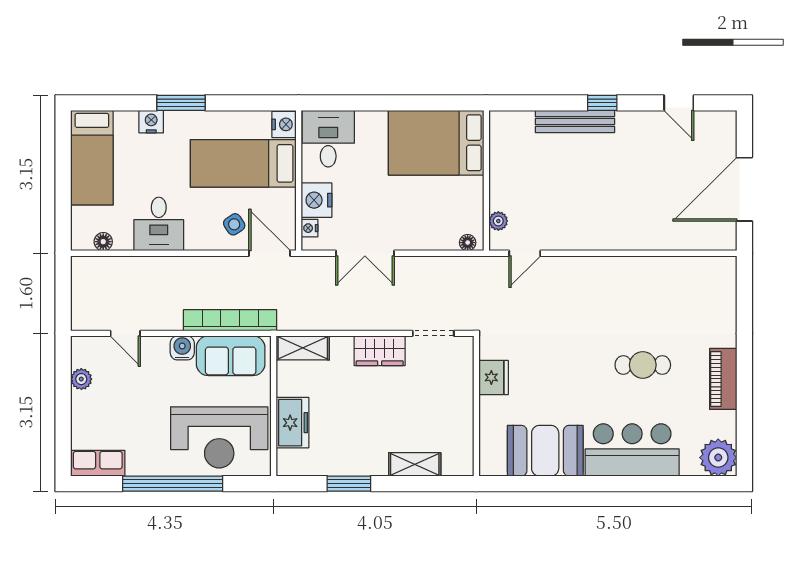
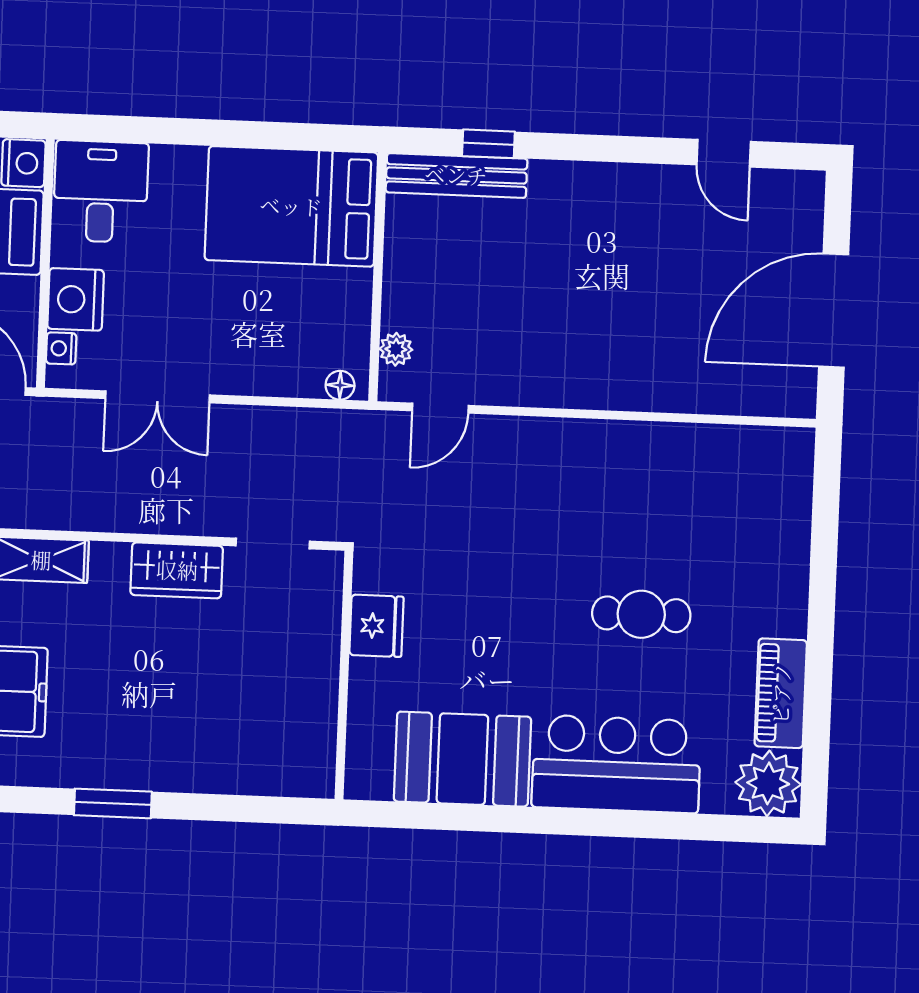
window: (602, 103) -> (488, 144), moved
bench: (575, 122) -> (456, 175), moved
piano: (723, 379) -> (781, 693), moved
shelving: (415, 464) -> (231, 774), removed

